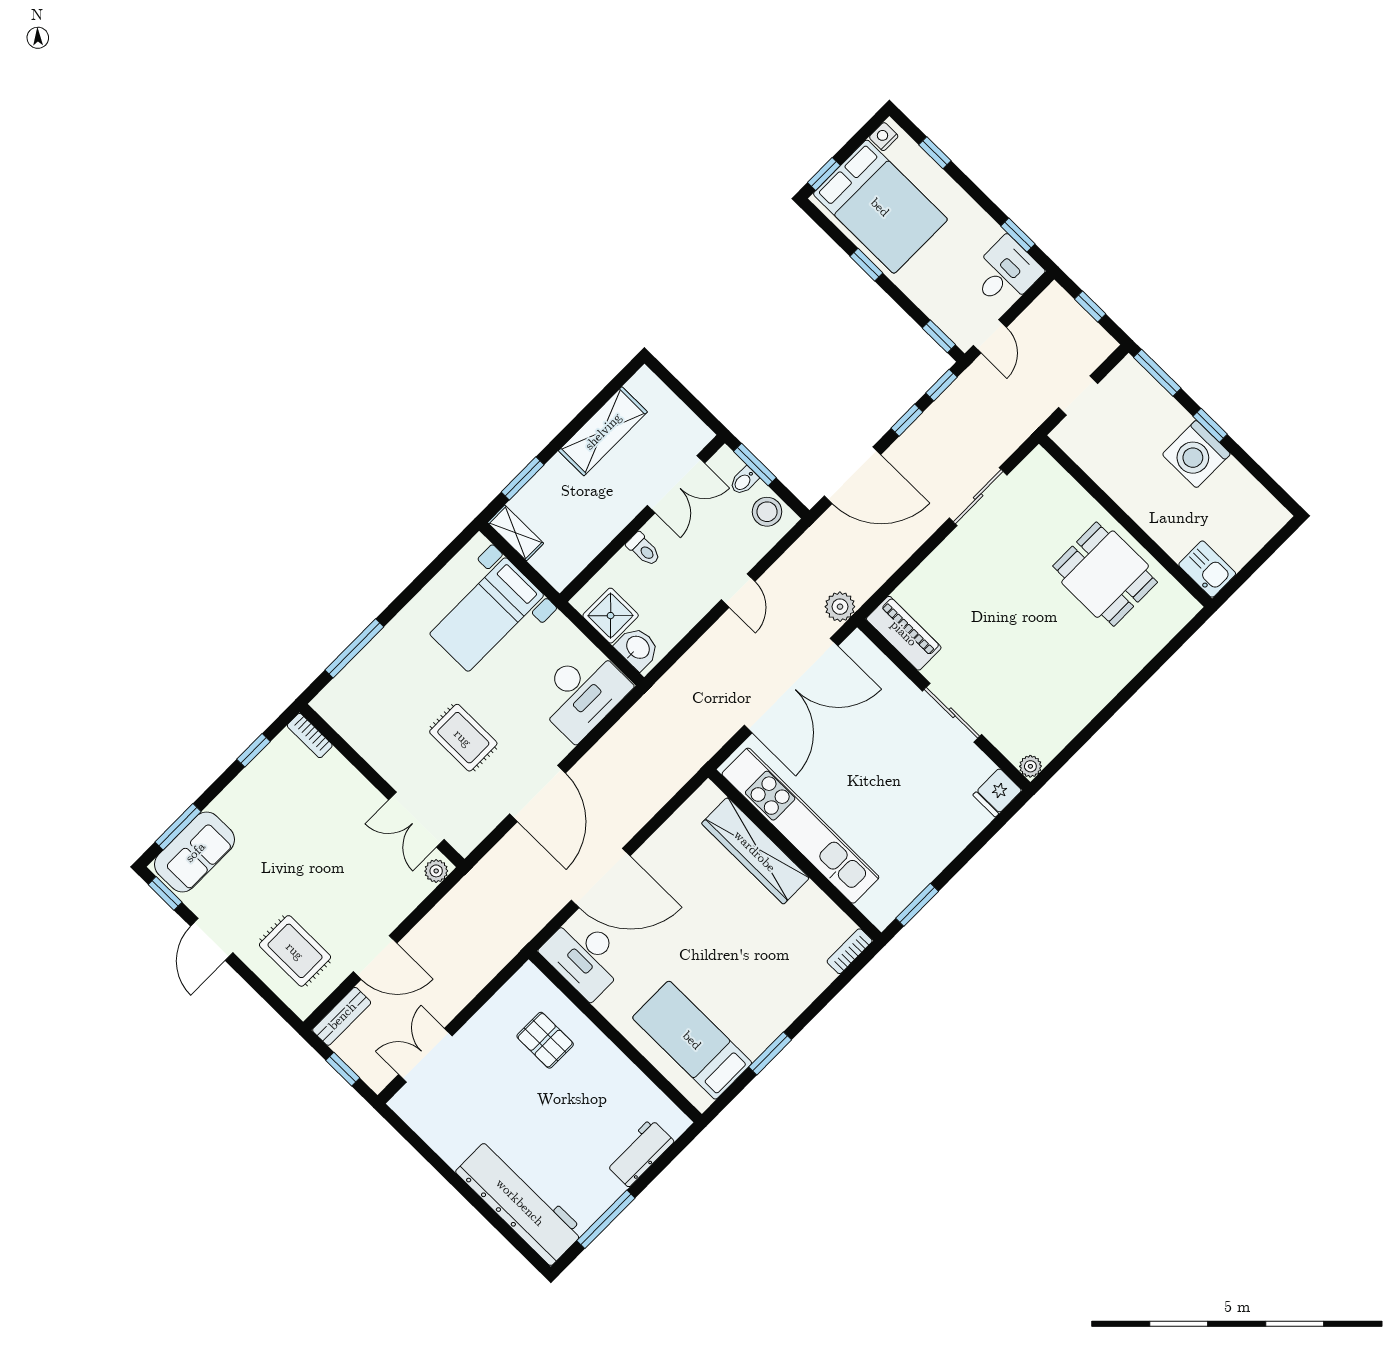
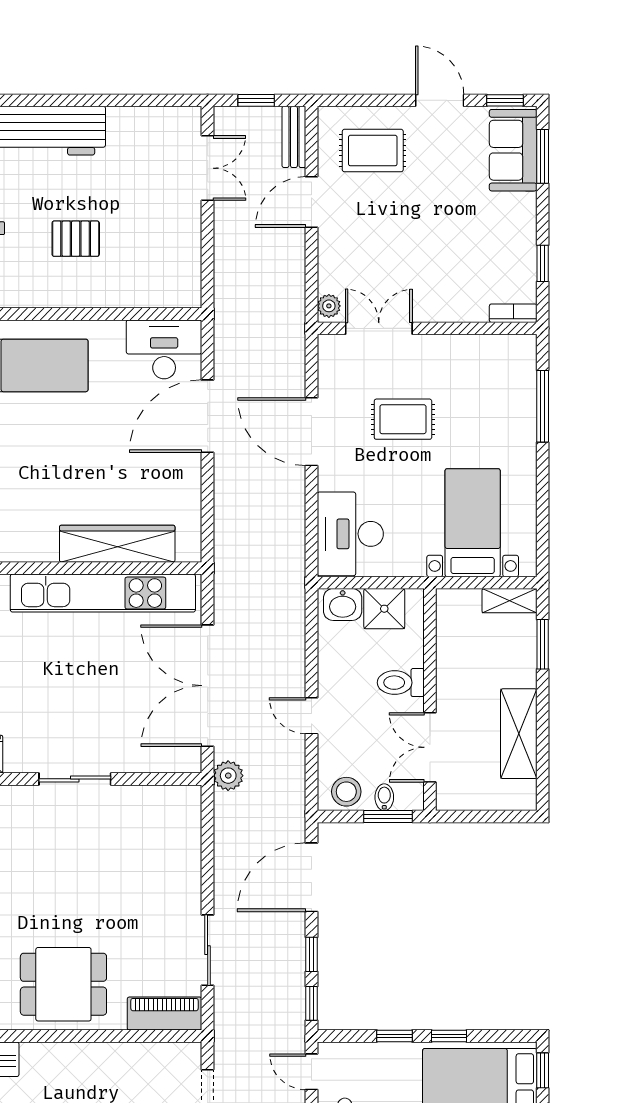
window: (939, 336) -> (395, 1036), moved
toilet: (644, 549) -> (401, 683), width x1.37, depth x1.39
piano: (904, 633) -> (164, 1014), moved, turned 180
pallet: (545, 1040) -> (76, 239), moved

